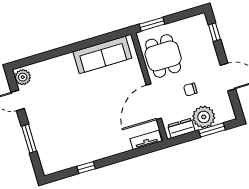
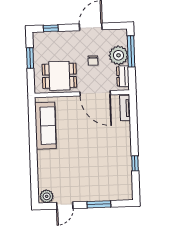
window: (152, 24) -> (30, 58), moved
window: (212, 130) -> (131, 51), width x1.44

